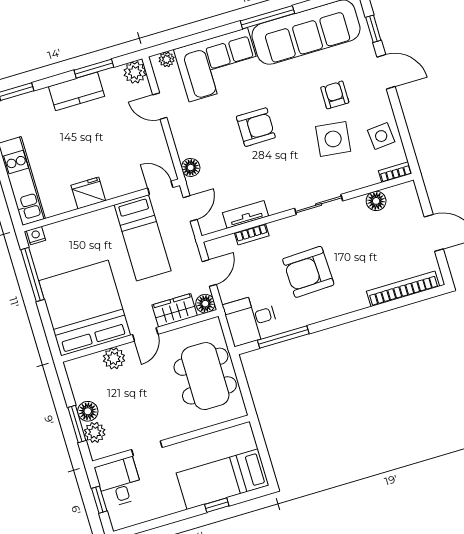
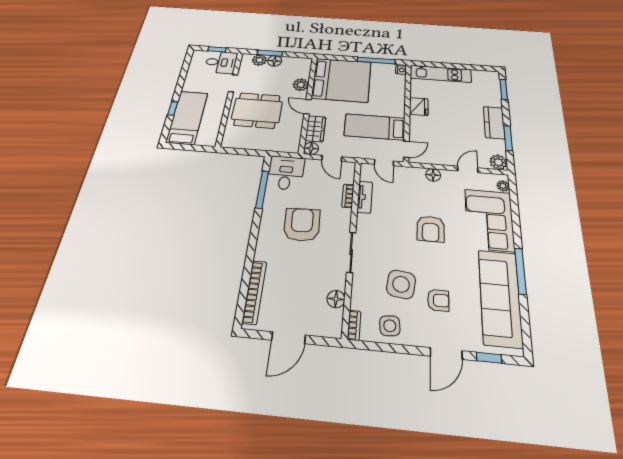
floor lamp: (191, 167) -> (433, 175), moved
dining table: (205, 376) -> (257, 110), moved

